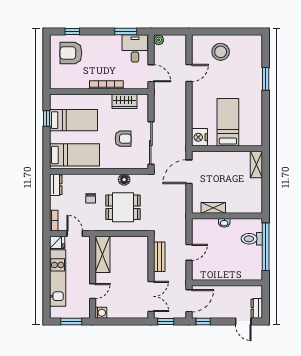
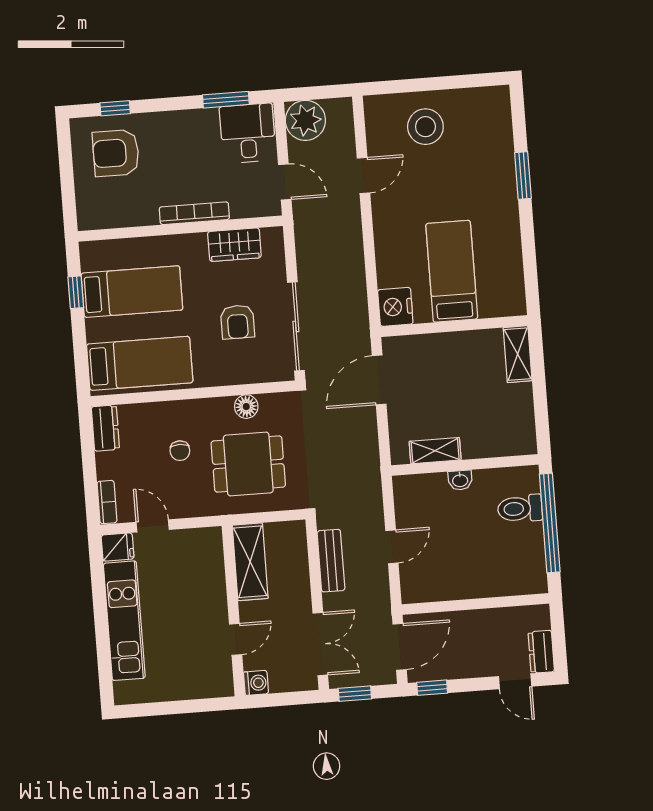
plant: (159, 40) -> (305, 120), width x1.87, depth x1.87
armchair: (123, 139) -> (238, 322), turned 90
shelving: (103, 254) -> (250, 562), moved
wall: (93, 277) -> (233, 611), moved
door: (93, 291) -> (236, 639), moved
washing machine: (101, 313) -> (256, 683), moved
window: (71, 322) -> (159, 709), removed

